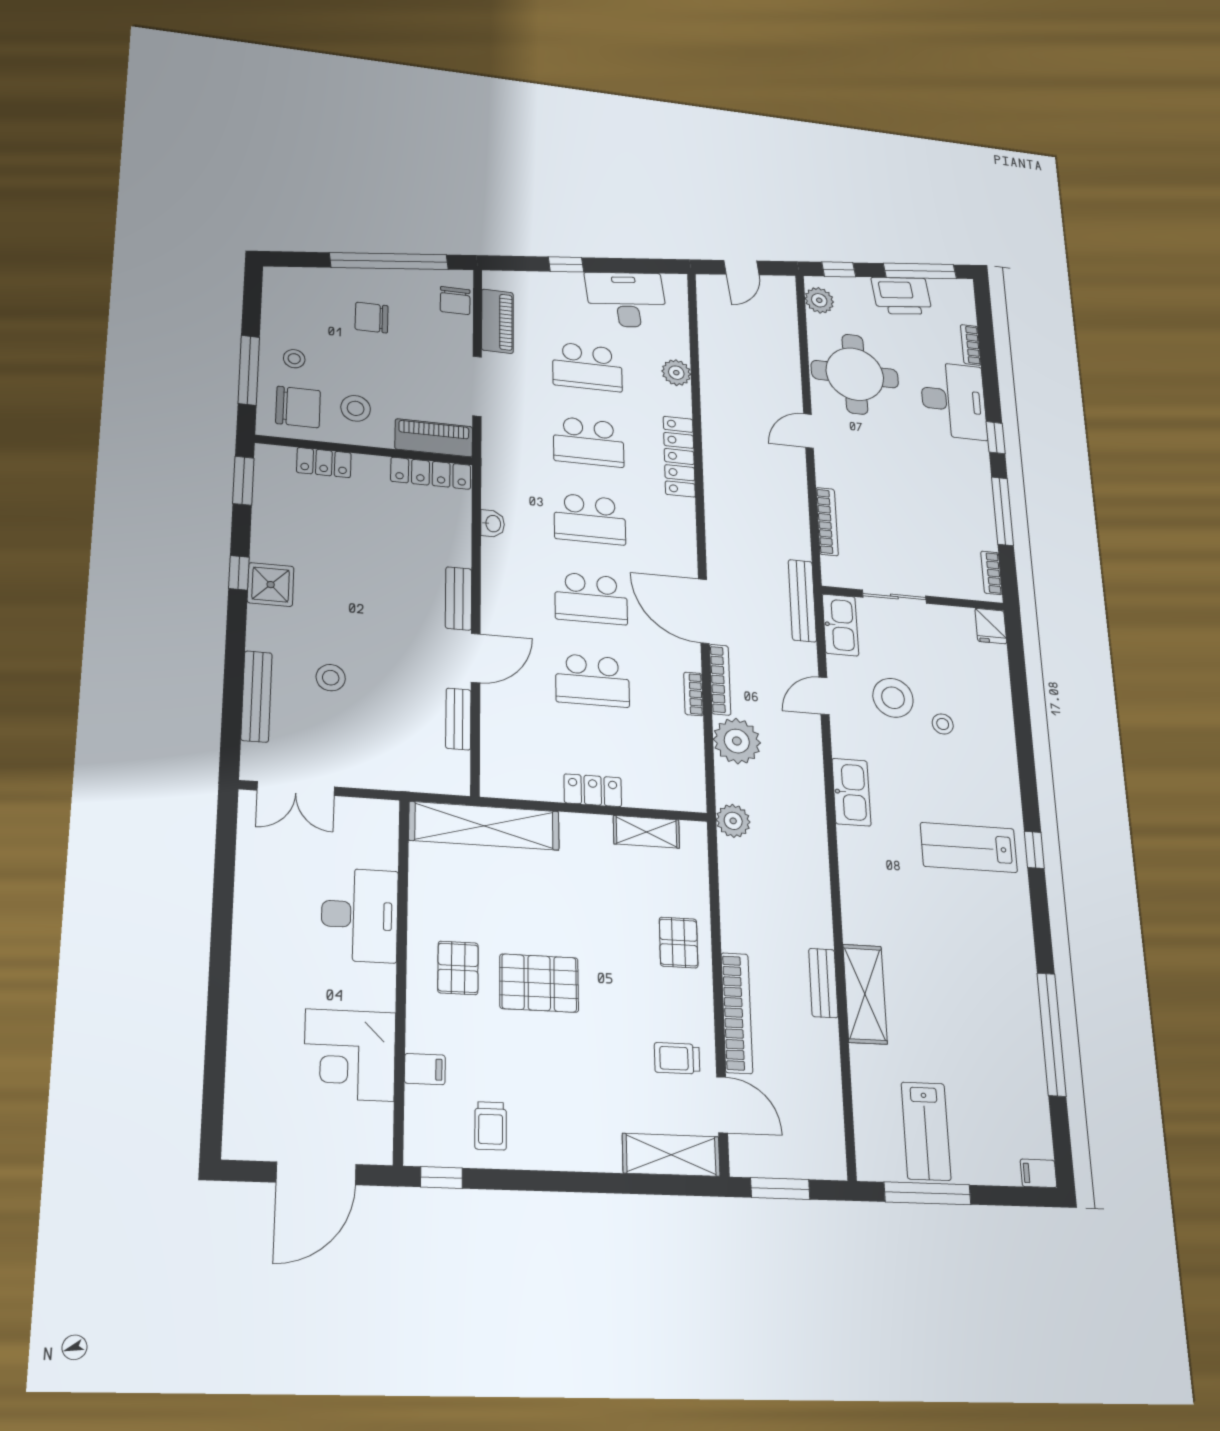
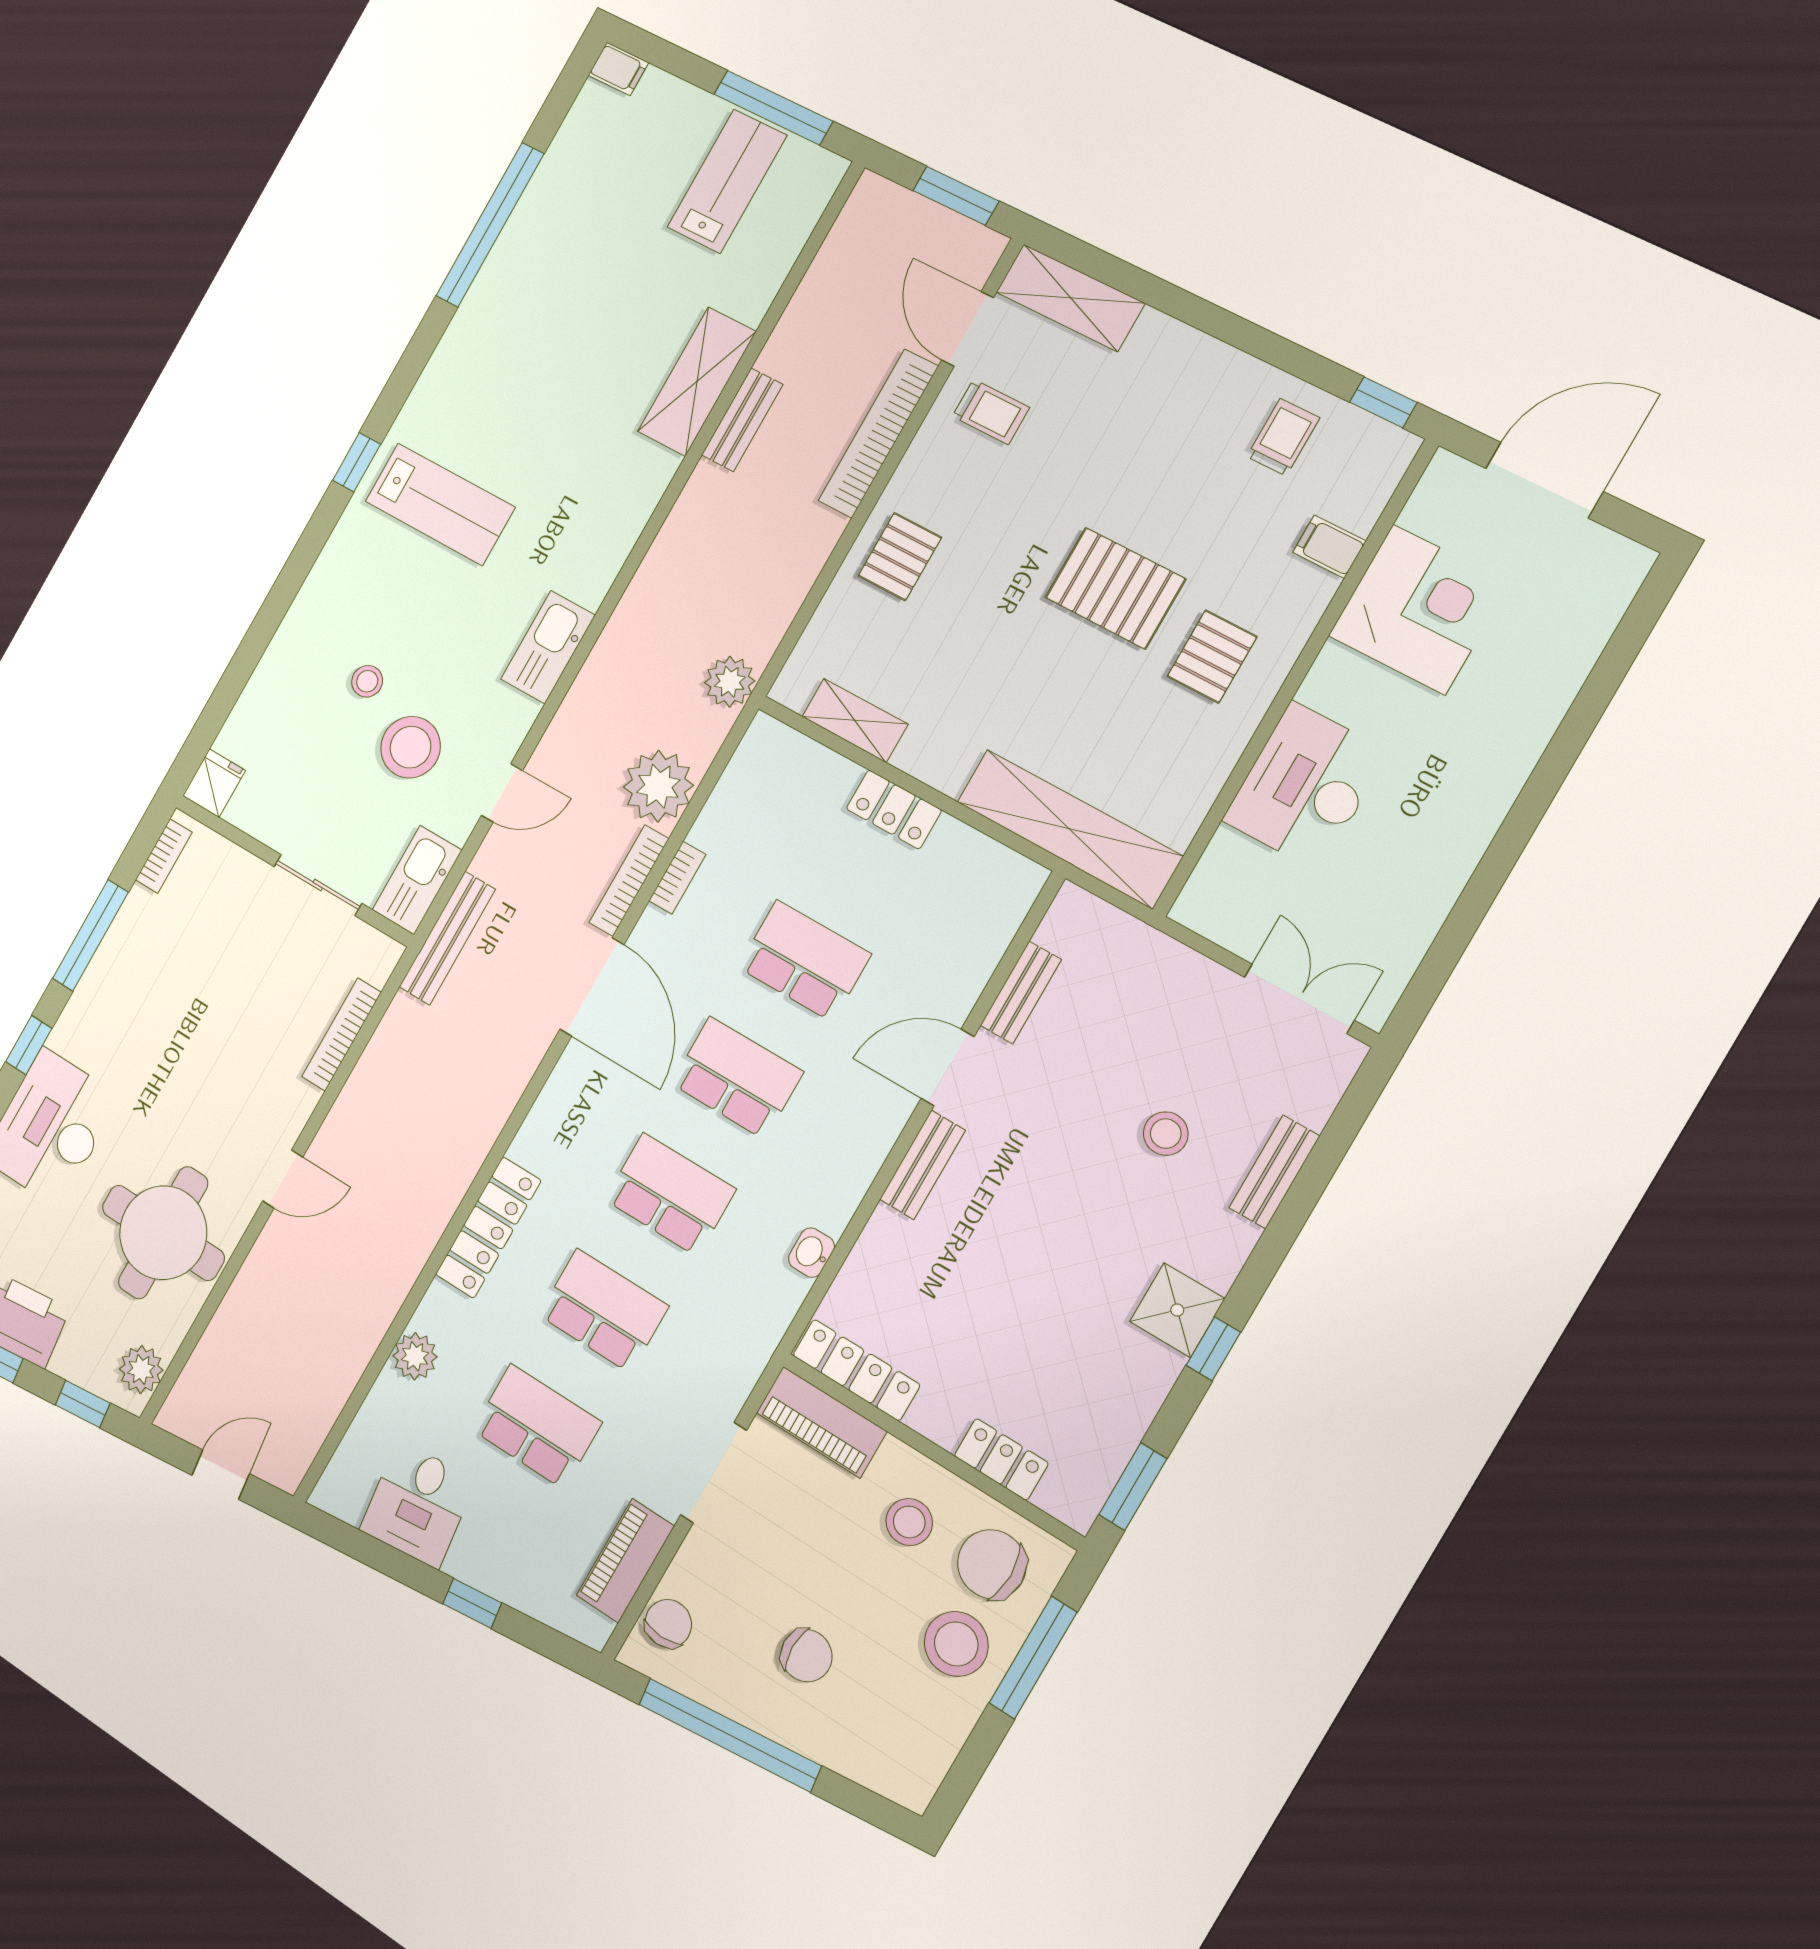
desk: (626, 300) -> (418, 1504), width x0.73
stool: (294, 359) -> (956, 1644), width x1.89, depth x1.89
bench: (257, 696) -> (1274, 1172), width x0.73

